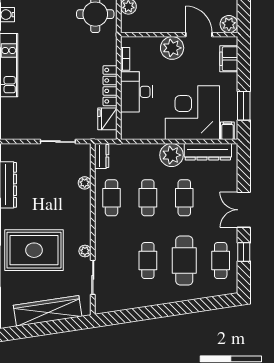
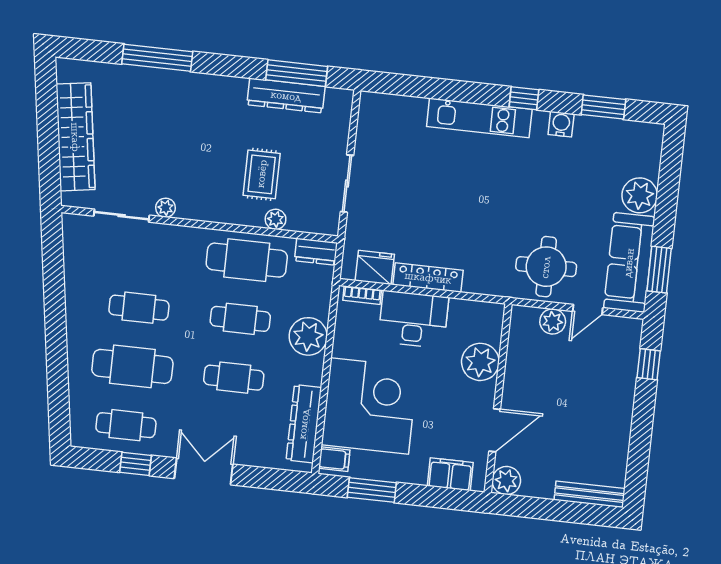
plant: (172, 48) -> (480, 362), moved
bookcase: (125, 59) -> (362, 295), moved
plant: (171, 155) -> (308, 336), moved
cafe table: (112, 198) -> (247, 260), width x1.37, depth x1.35
rug: (34, 250) -> (262, 174), moved, width x0.54, depth x0.49

